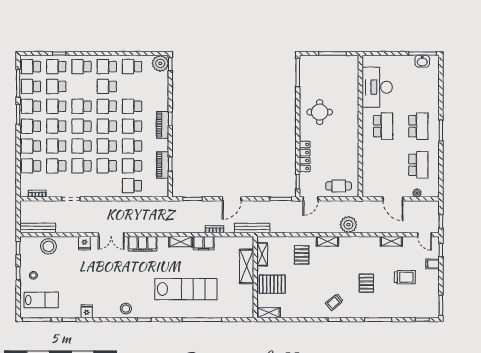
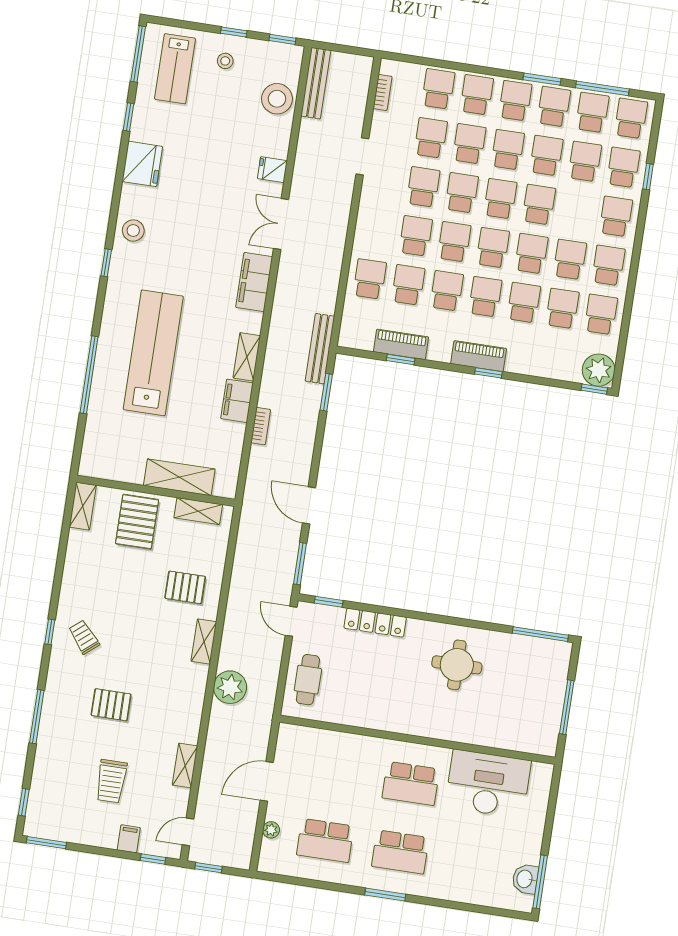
school desk: (132, 86) -> (562, 308), added
door: (232, 199) -> (309, 505), moved
bench: (252, 228) -> (320, 349), moved
lab bench: (186, 289) -> (153, 353), turned 180
fridge: (87, 311) -> (142, 164), width x1.88, depth x1.34

